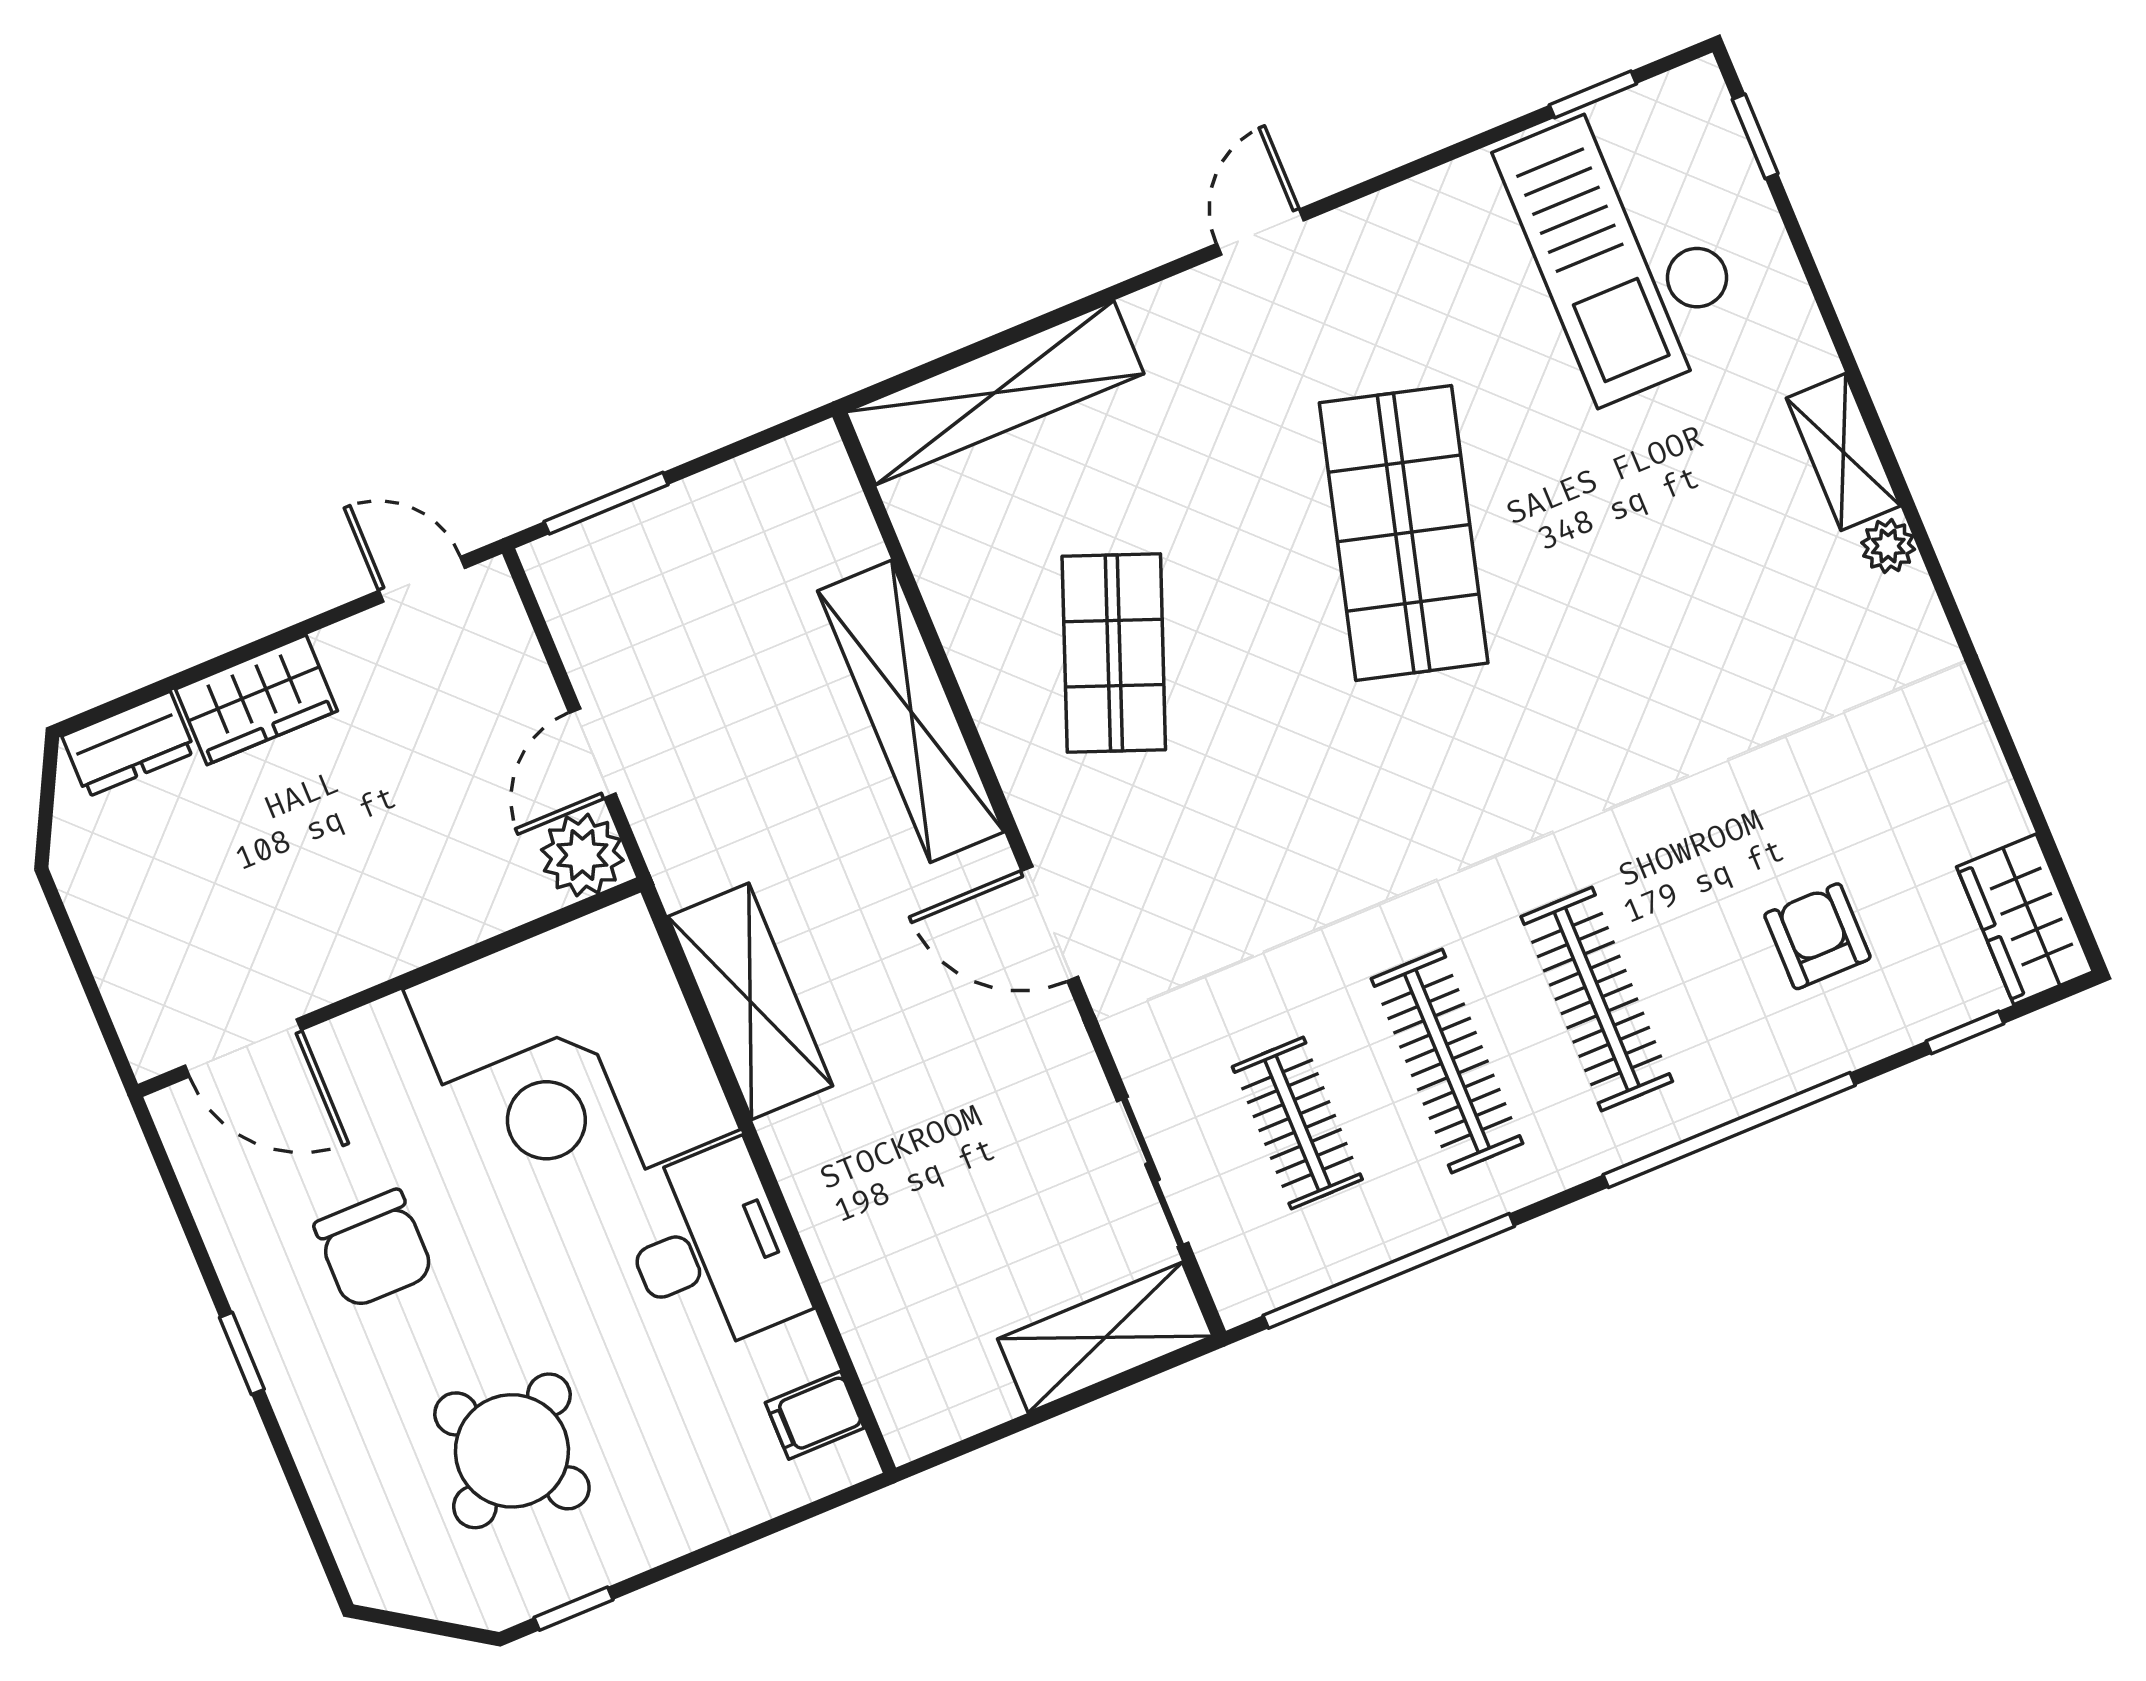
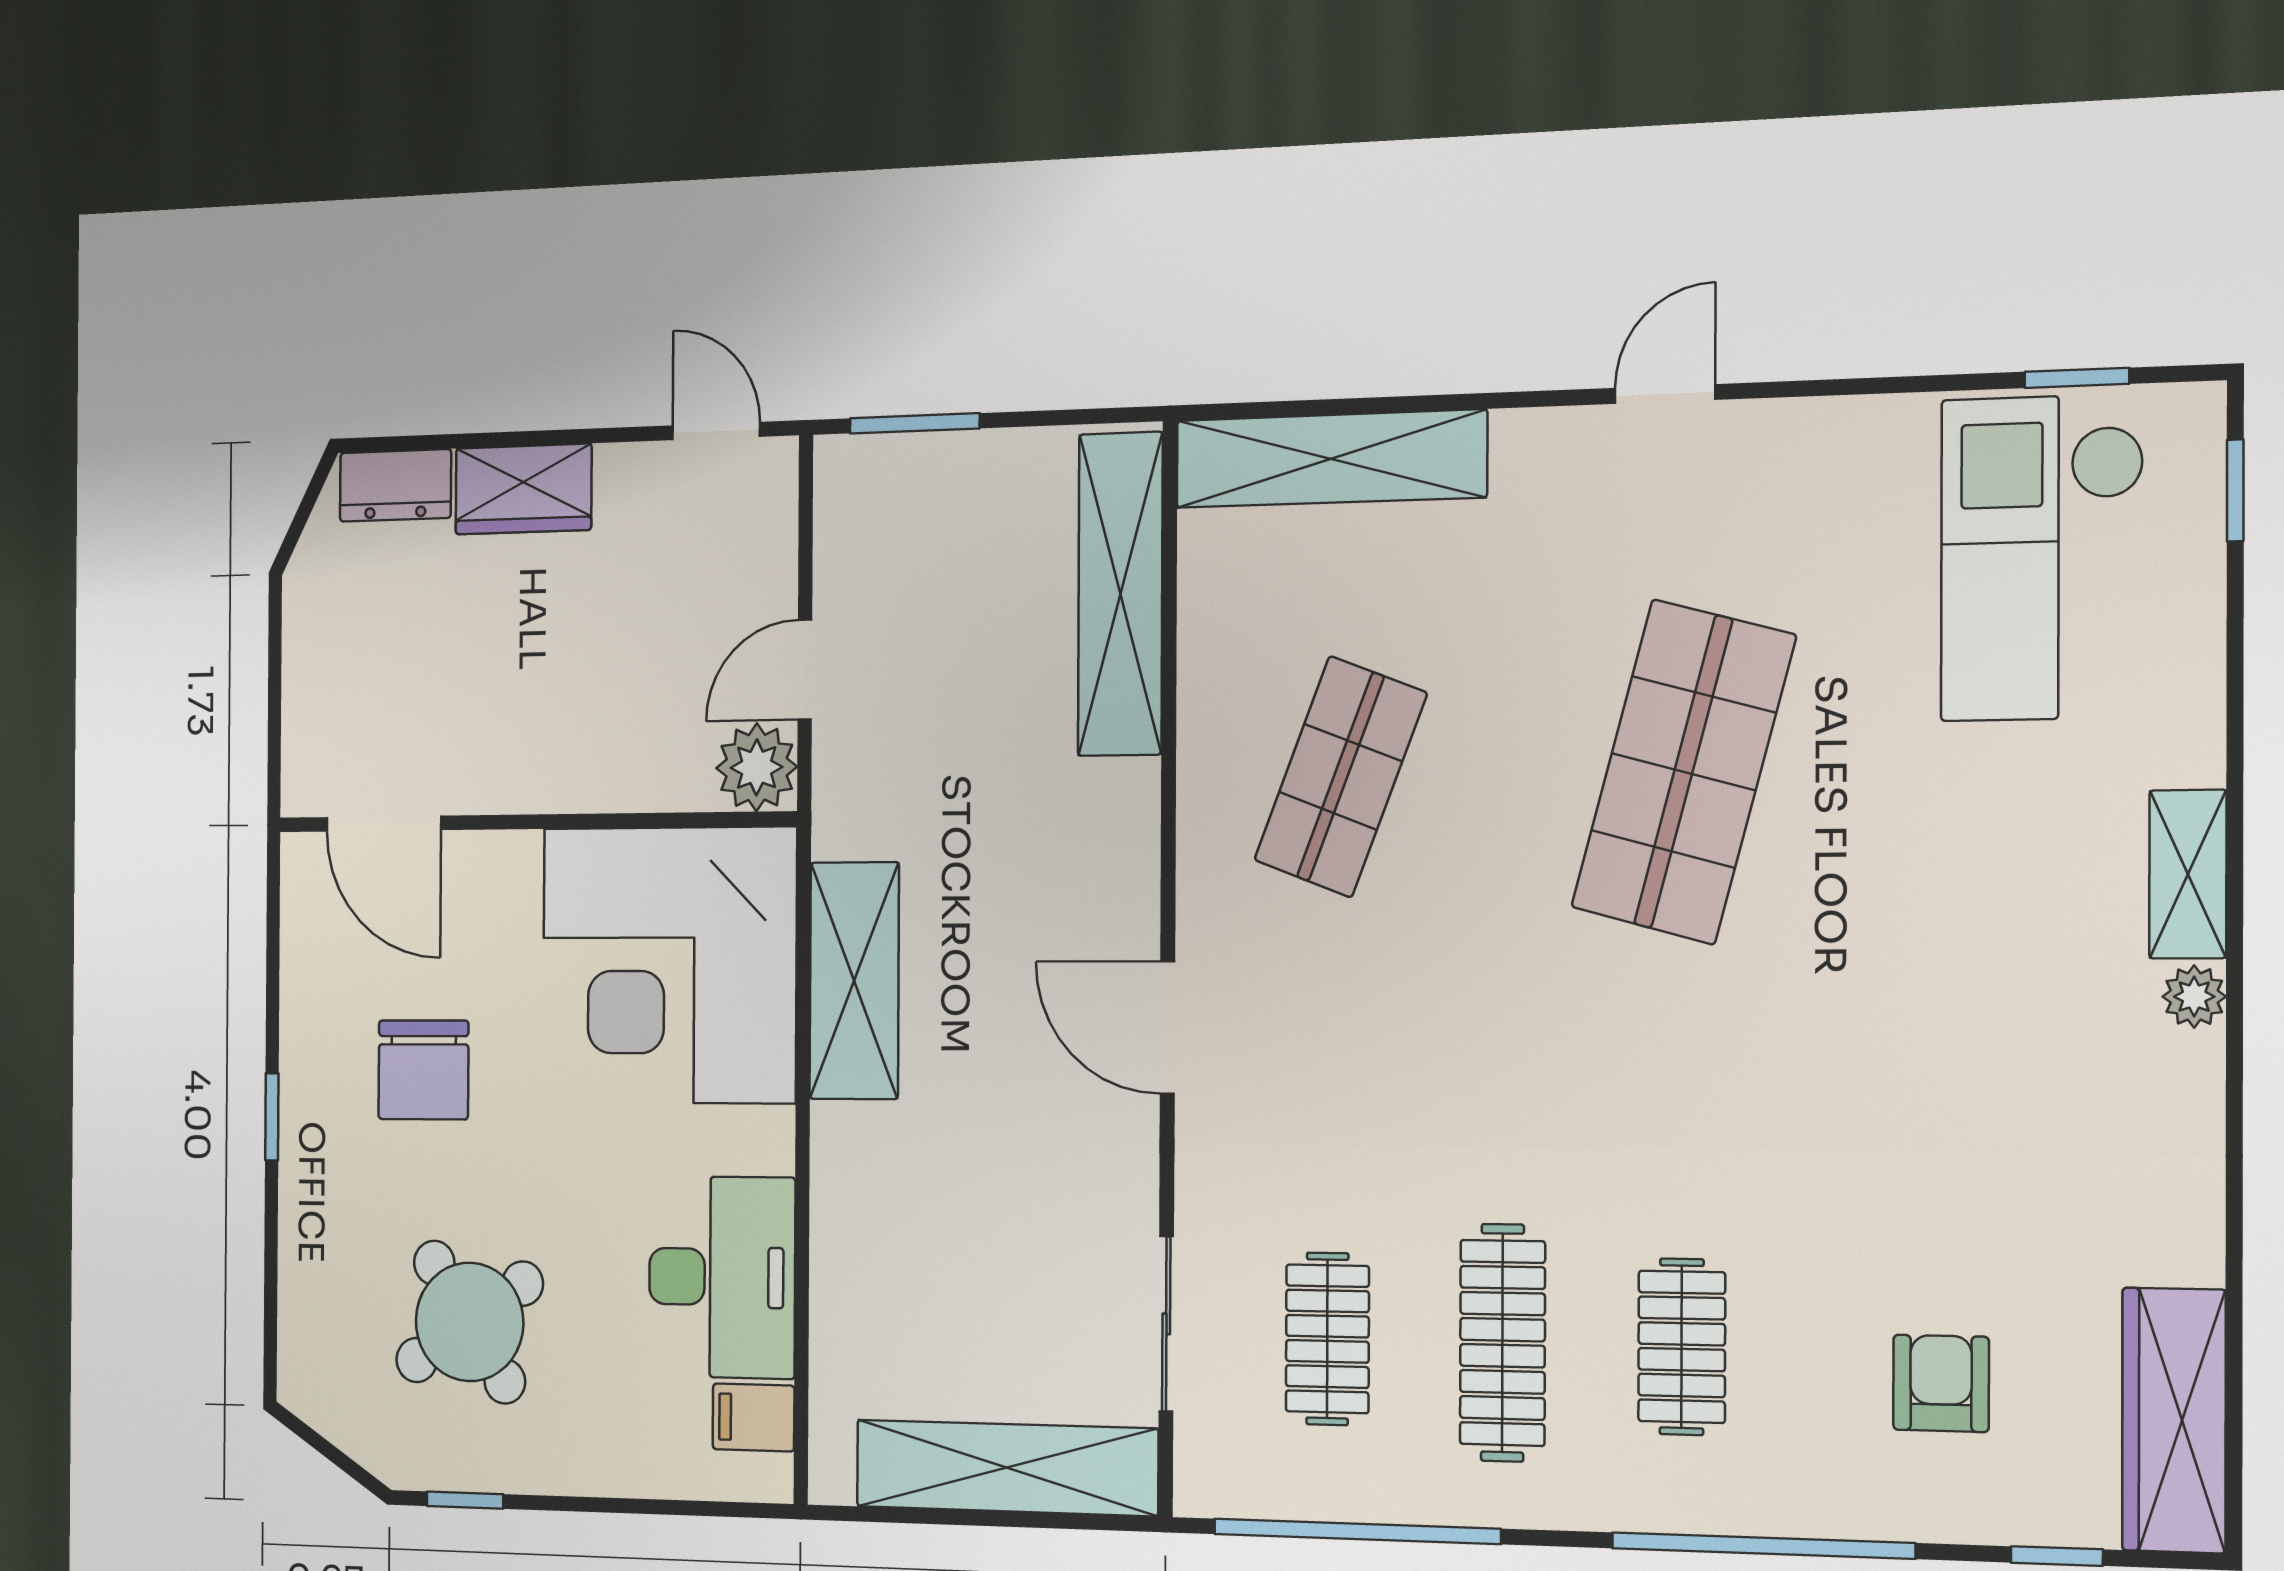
shelving: (911, 711) -> (1120, 594), moved
wardrobe: (2025, 919) -> (2174, 1420), width x1.50
clothes rail: (1597, 999) -> (1682, 1347), width x0.73
desk: (711, 1250) -> (722, 1277), moved
shelving: (1105, 1337) -> (1006, 1468), width x1.47

